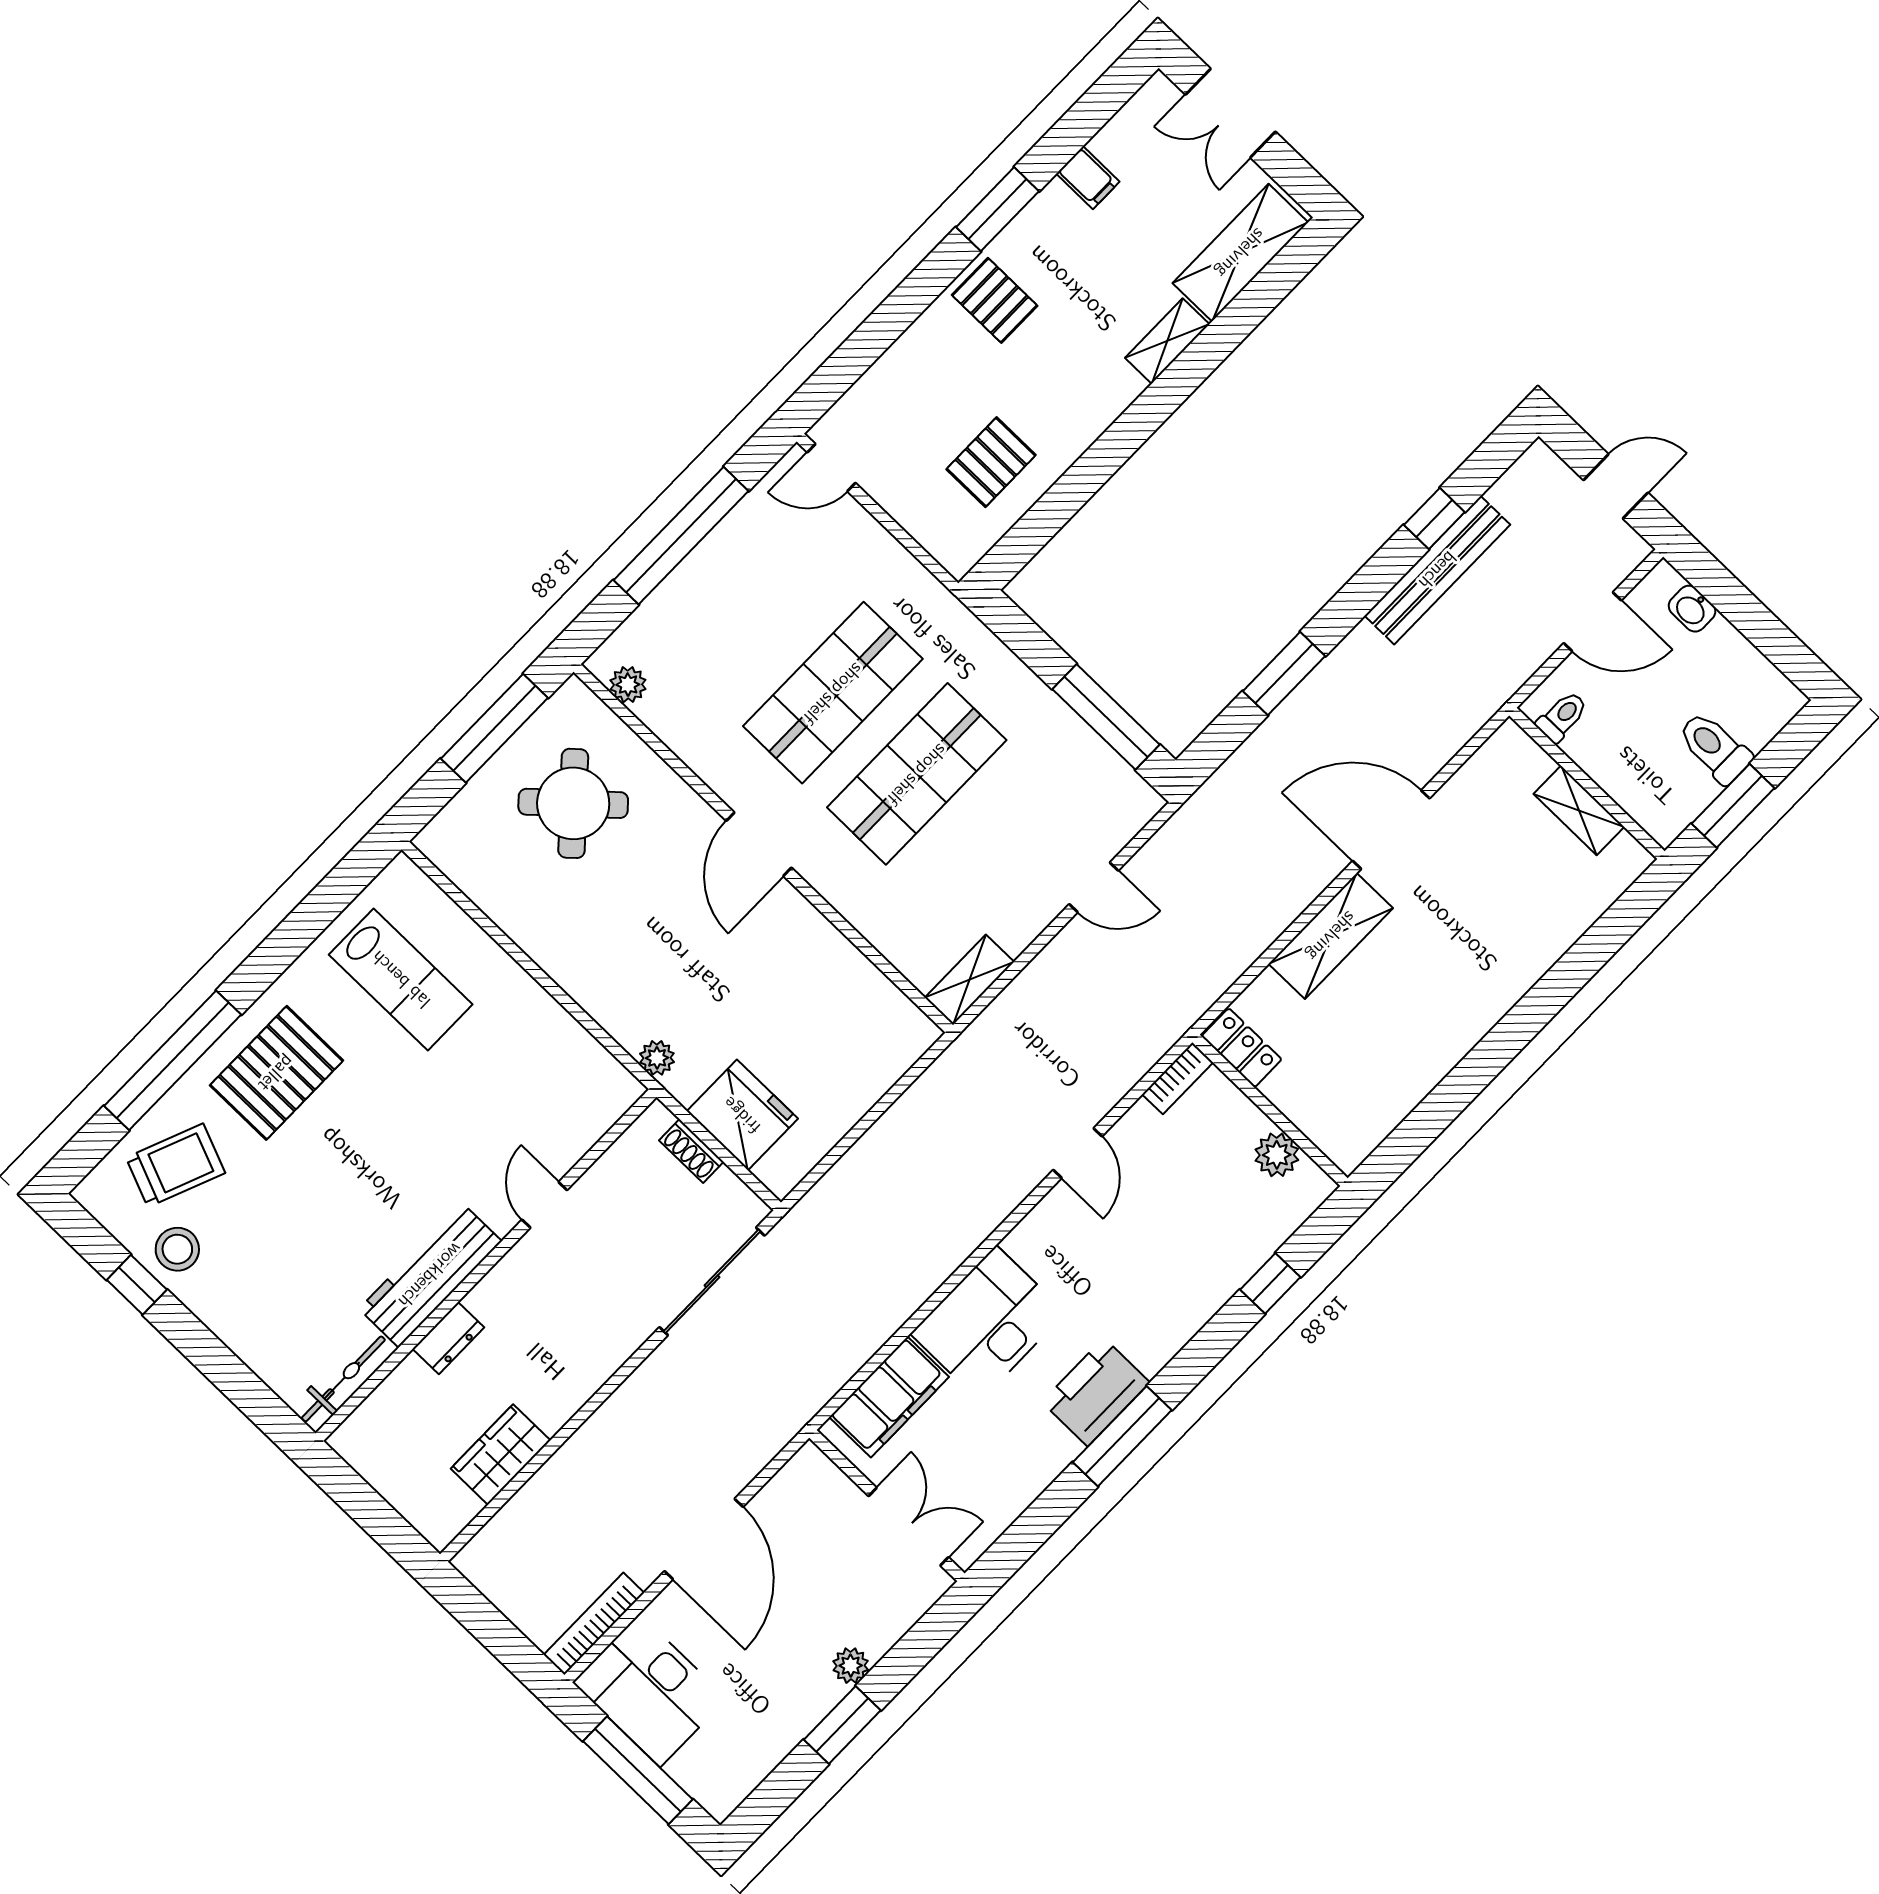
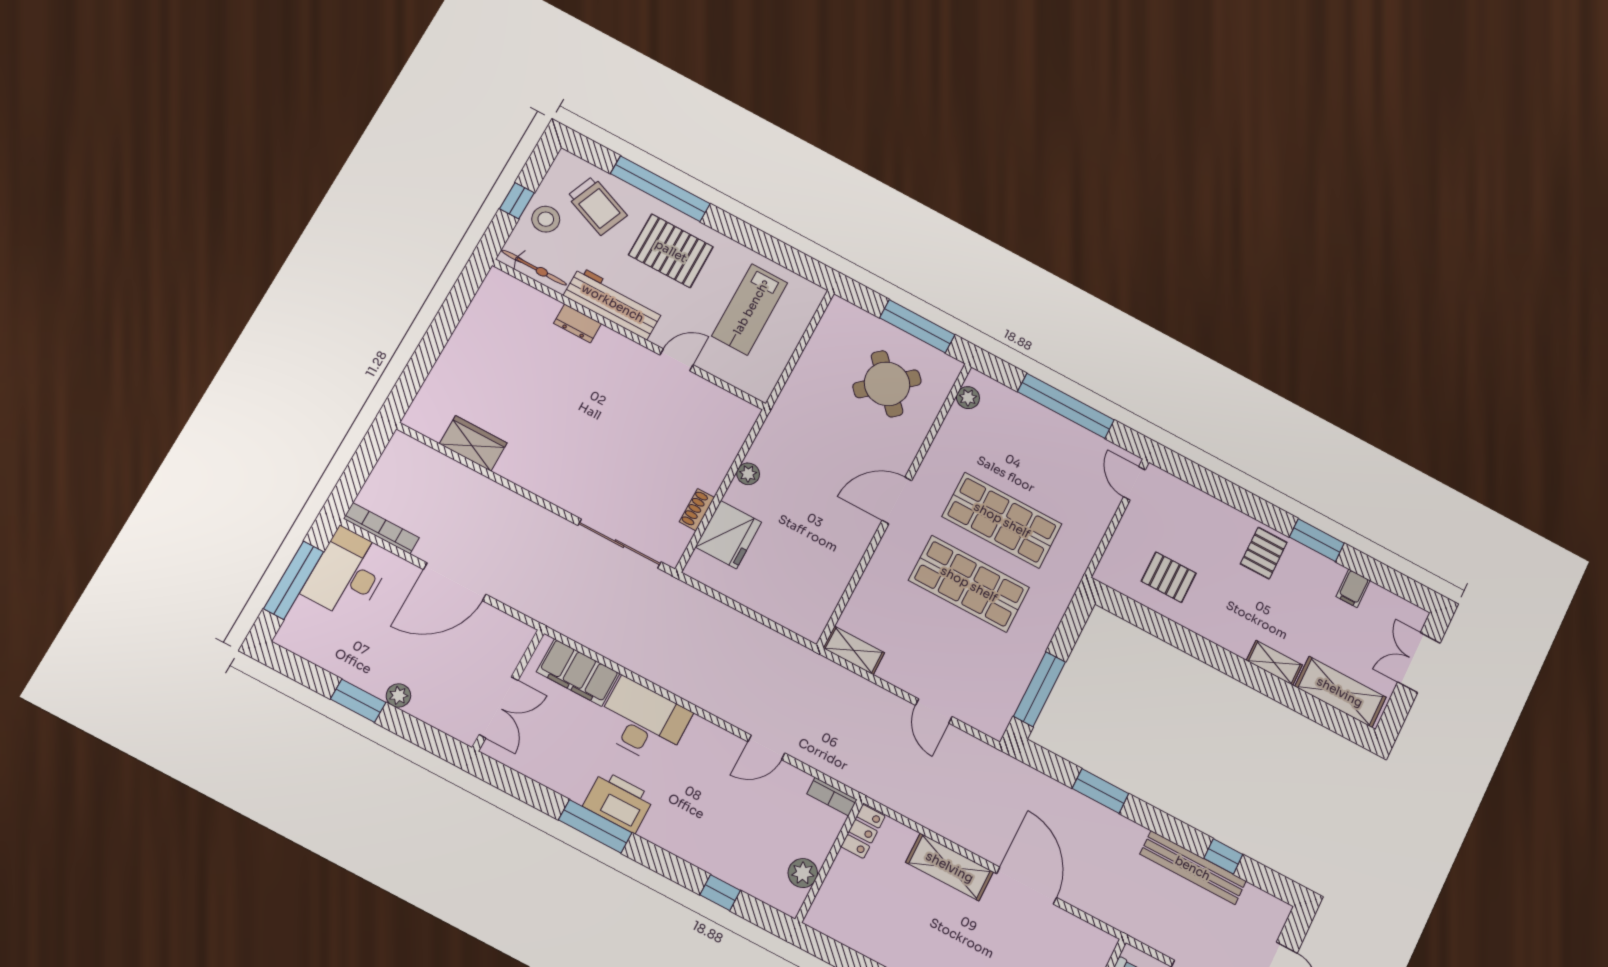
door: (545, 1205) -> (677, 360), moved
wall: (486, 1265) -> (629, 335), moved
workbench: (430, 1275) -> (613, 303), moved
dresser: (448, 1338) -> (577, 323), moved
bicycle: (343, 1379) -> (534, 268), moved

